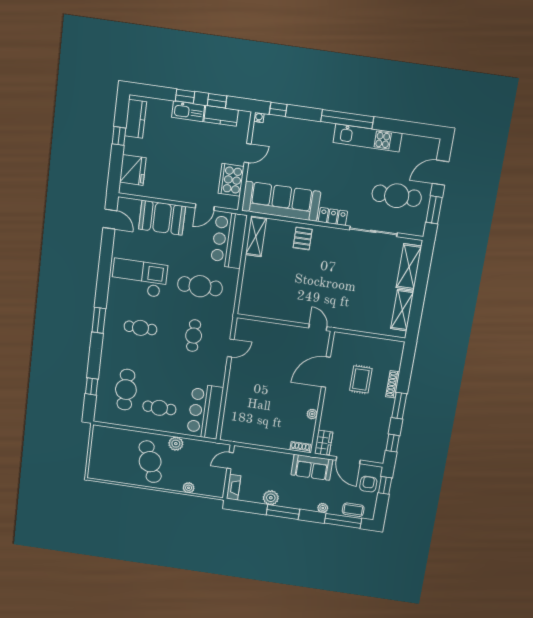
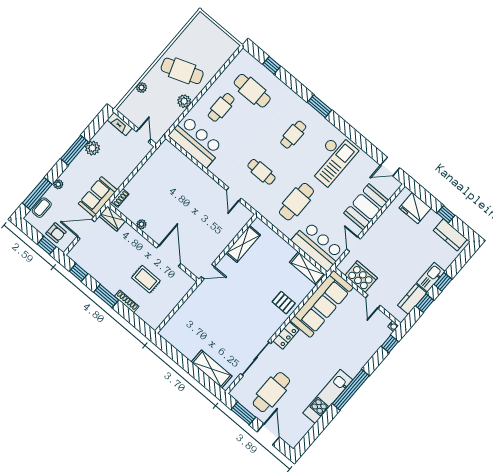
shelving: (402, 310) -> (243, 244), moved, turned 90

